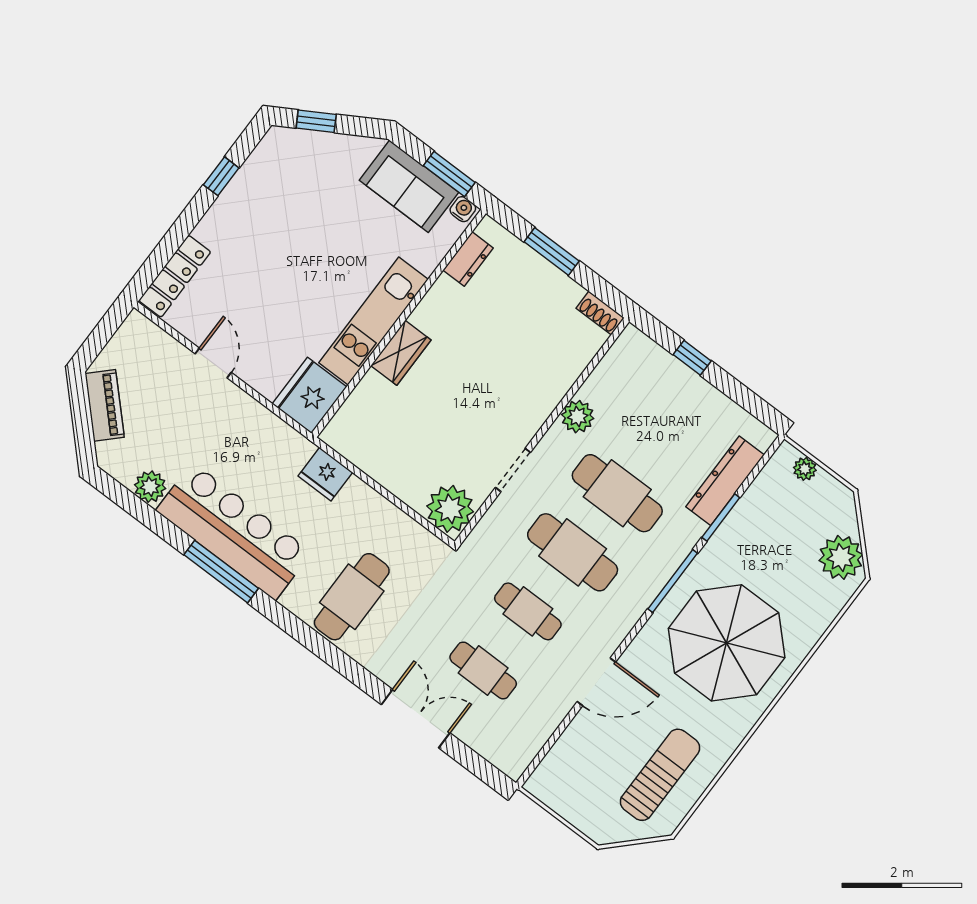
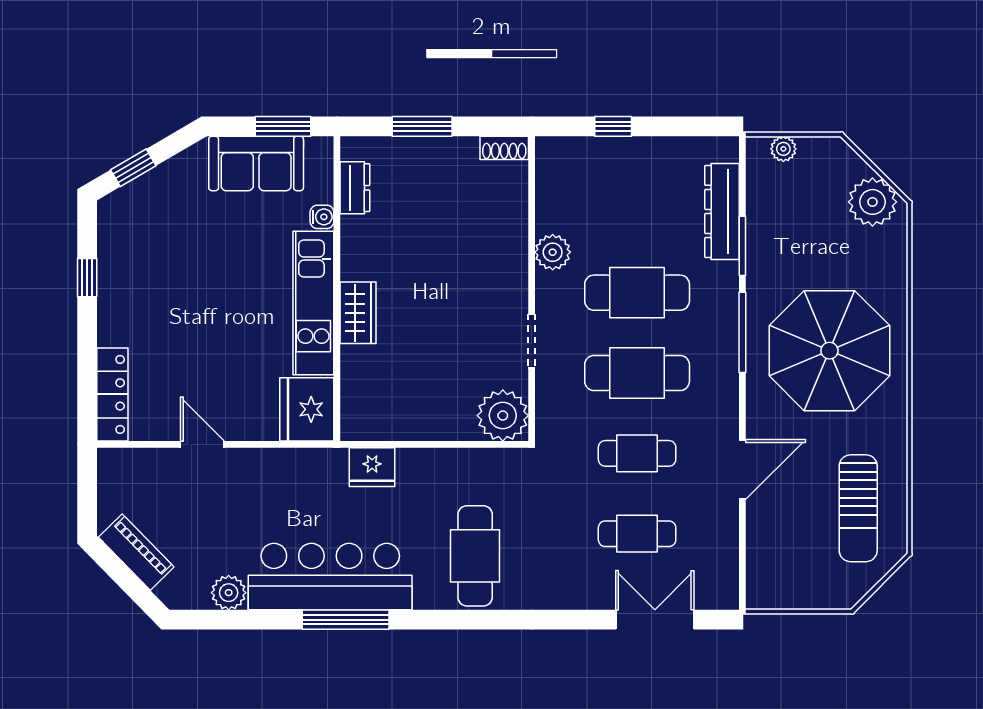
water cooler: (463, 209) -> (322, 217), moved, turned 90
double door: (416, 719) -> (655, 620), moved
sun lounger: (660, 775) -> (858, 508), turned 180

